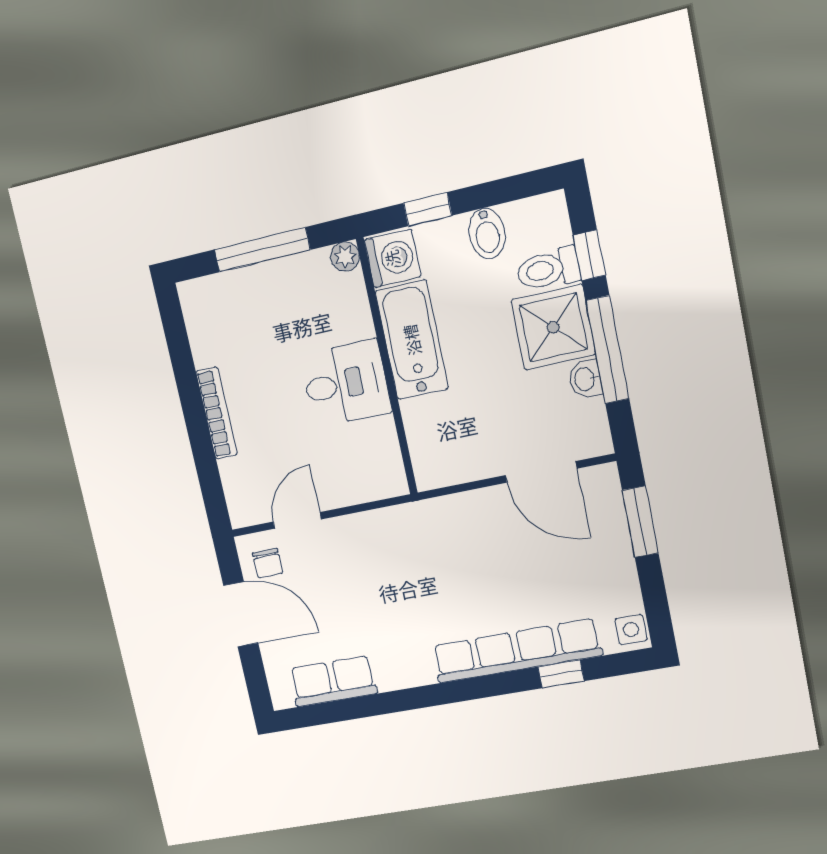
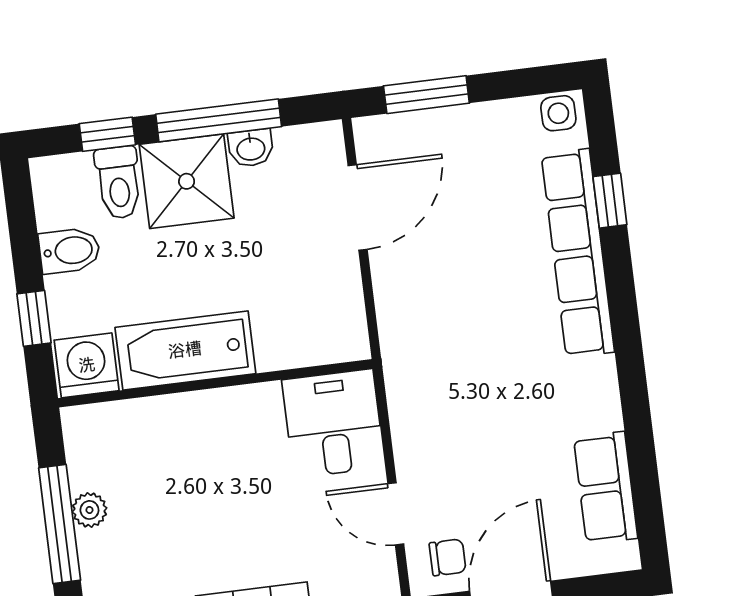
plant: (345, 257) -> (89, 510), moved
desk: (346, 383) -> (333, 423), moved

